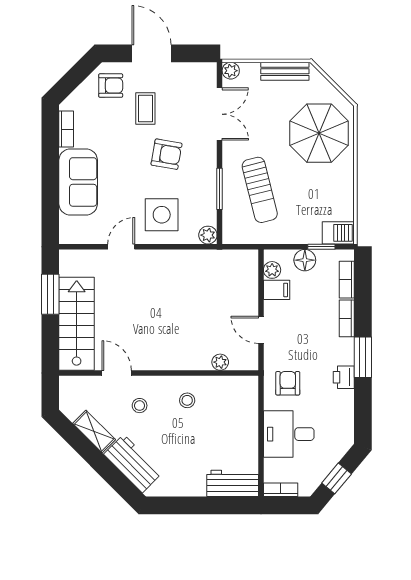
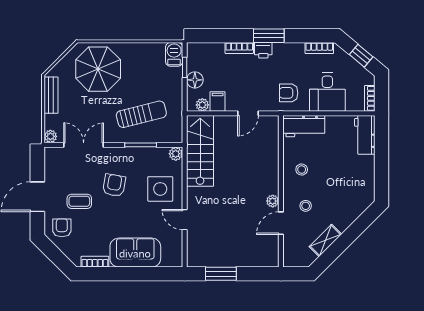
bookcase: (347, 280) -> (319, 48), moved
stairs: (77, 324) -> (200, 151), moved, turned 90
plant: (220, 362) -> (273, 201), moved
printer: (344, 377) -> (263, 50), moved
workbench: (133, 464) -> (304, 126), moved, turned -135

